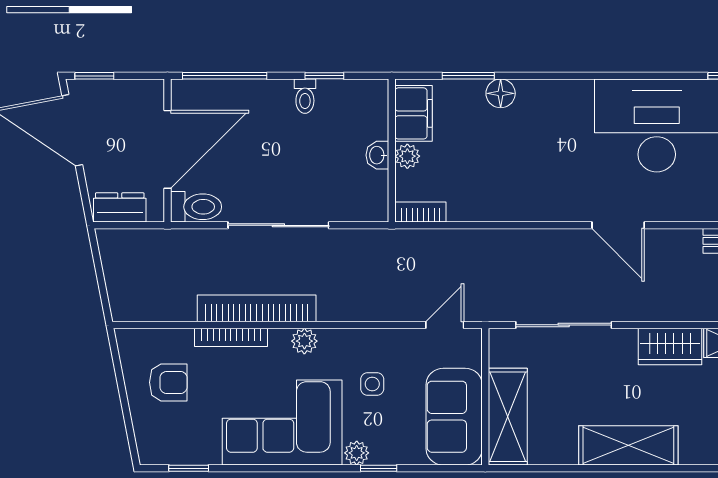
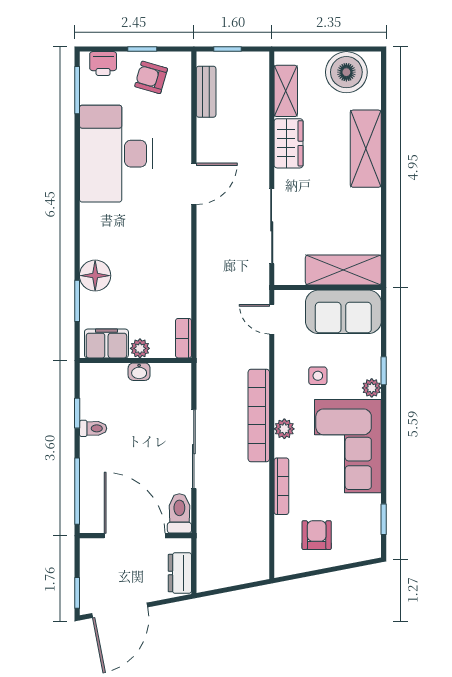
floor lamp: (501, 93) -> (95, 276), width x1.38, depth x1.38
bookcase: (257, 308) -> (259, 416), moved
shelving: (628, 445) -> (366, 149), moved

